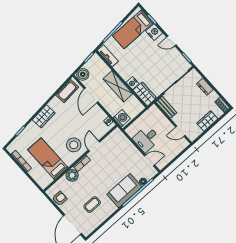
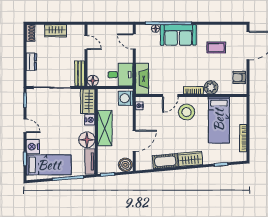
floor lamp: (123, 68) -> (87, 140), added
cot: (67, 91) -> (165, 161), moved
floor lamp: (154, 110) -> (93, 81), added
desk: (146, 139) -> (120, 75), moved
fireplace: (122, 141) -> (142, 79), added

